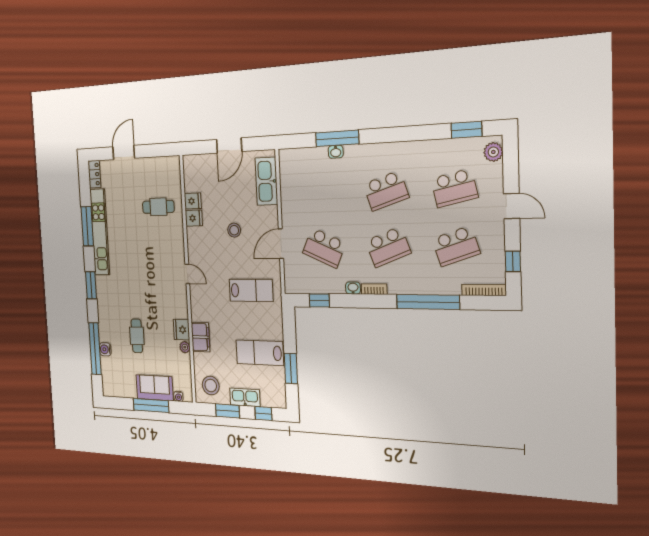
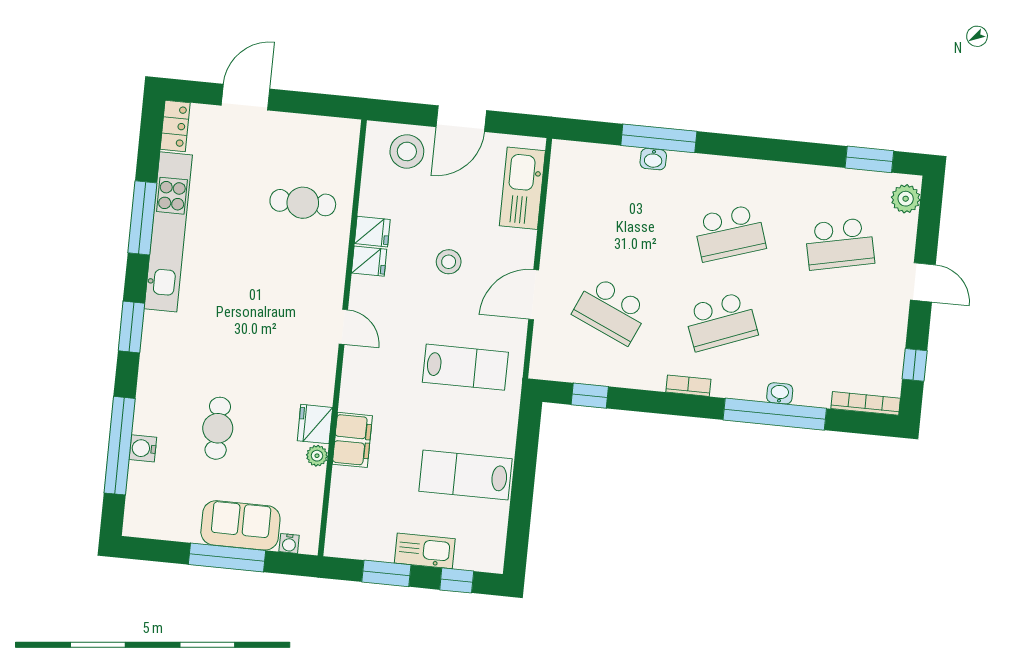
fridge: (193, 201) -> (369, 261), moved
school desk: (456, 246) -> (831, 332), removed
washbasin: (353, 288) -> (780, 393), moved
window: (291, 368) -> (521, 506), removed
stool: (211, 386) -> (407, 151), moved

